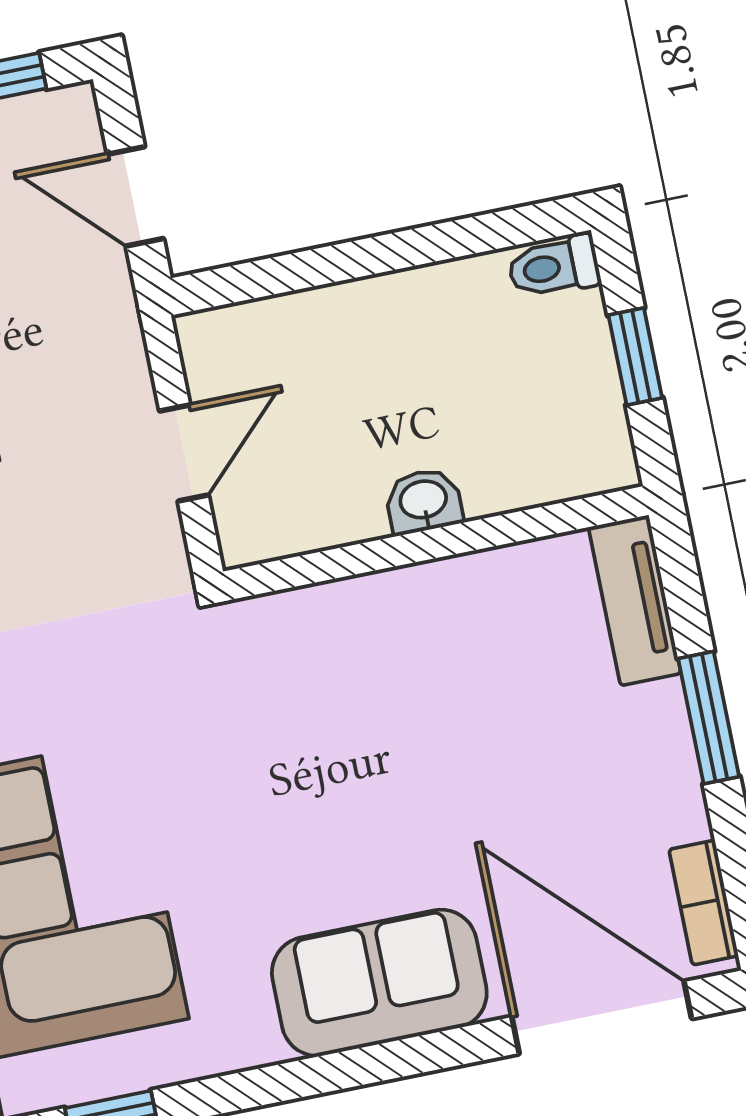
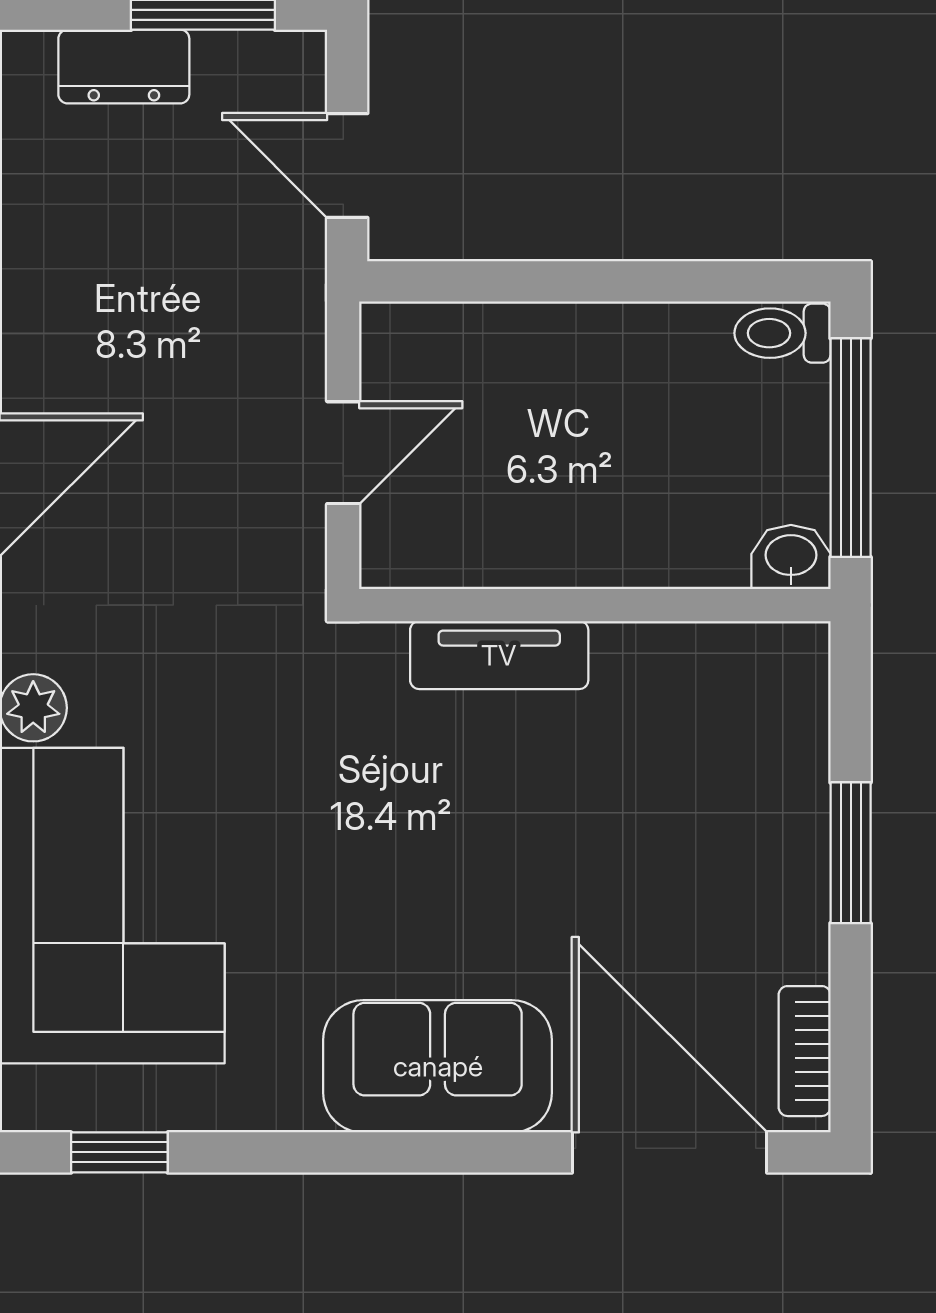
window: (635, 357) -> (851, 448), width x2.17
washbasin: (424, 501) -> (791, 557), moved
tv unit: (635, 600) -> (499, 655), moved, turned -90

